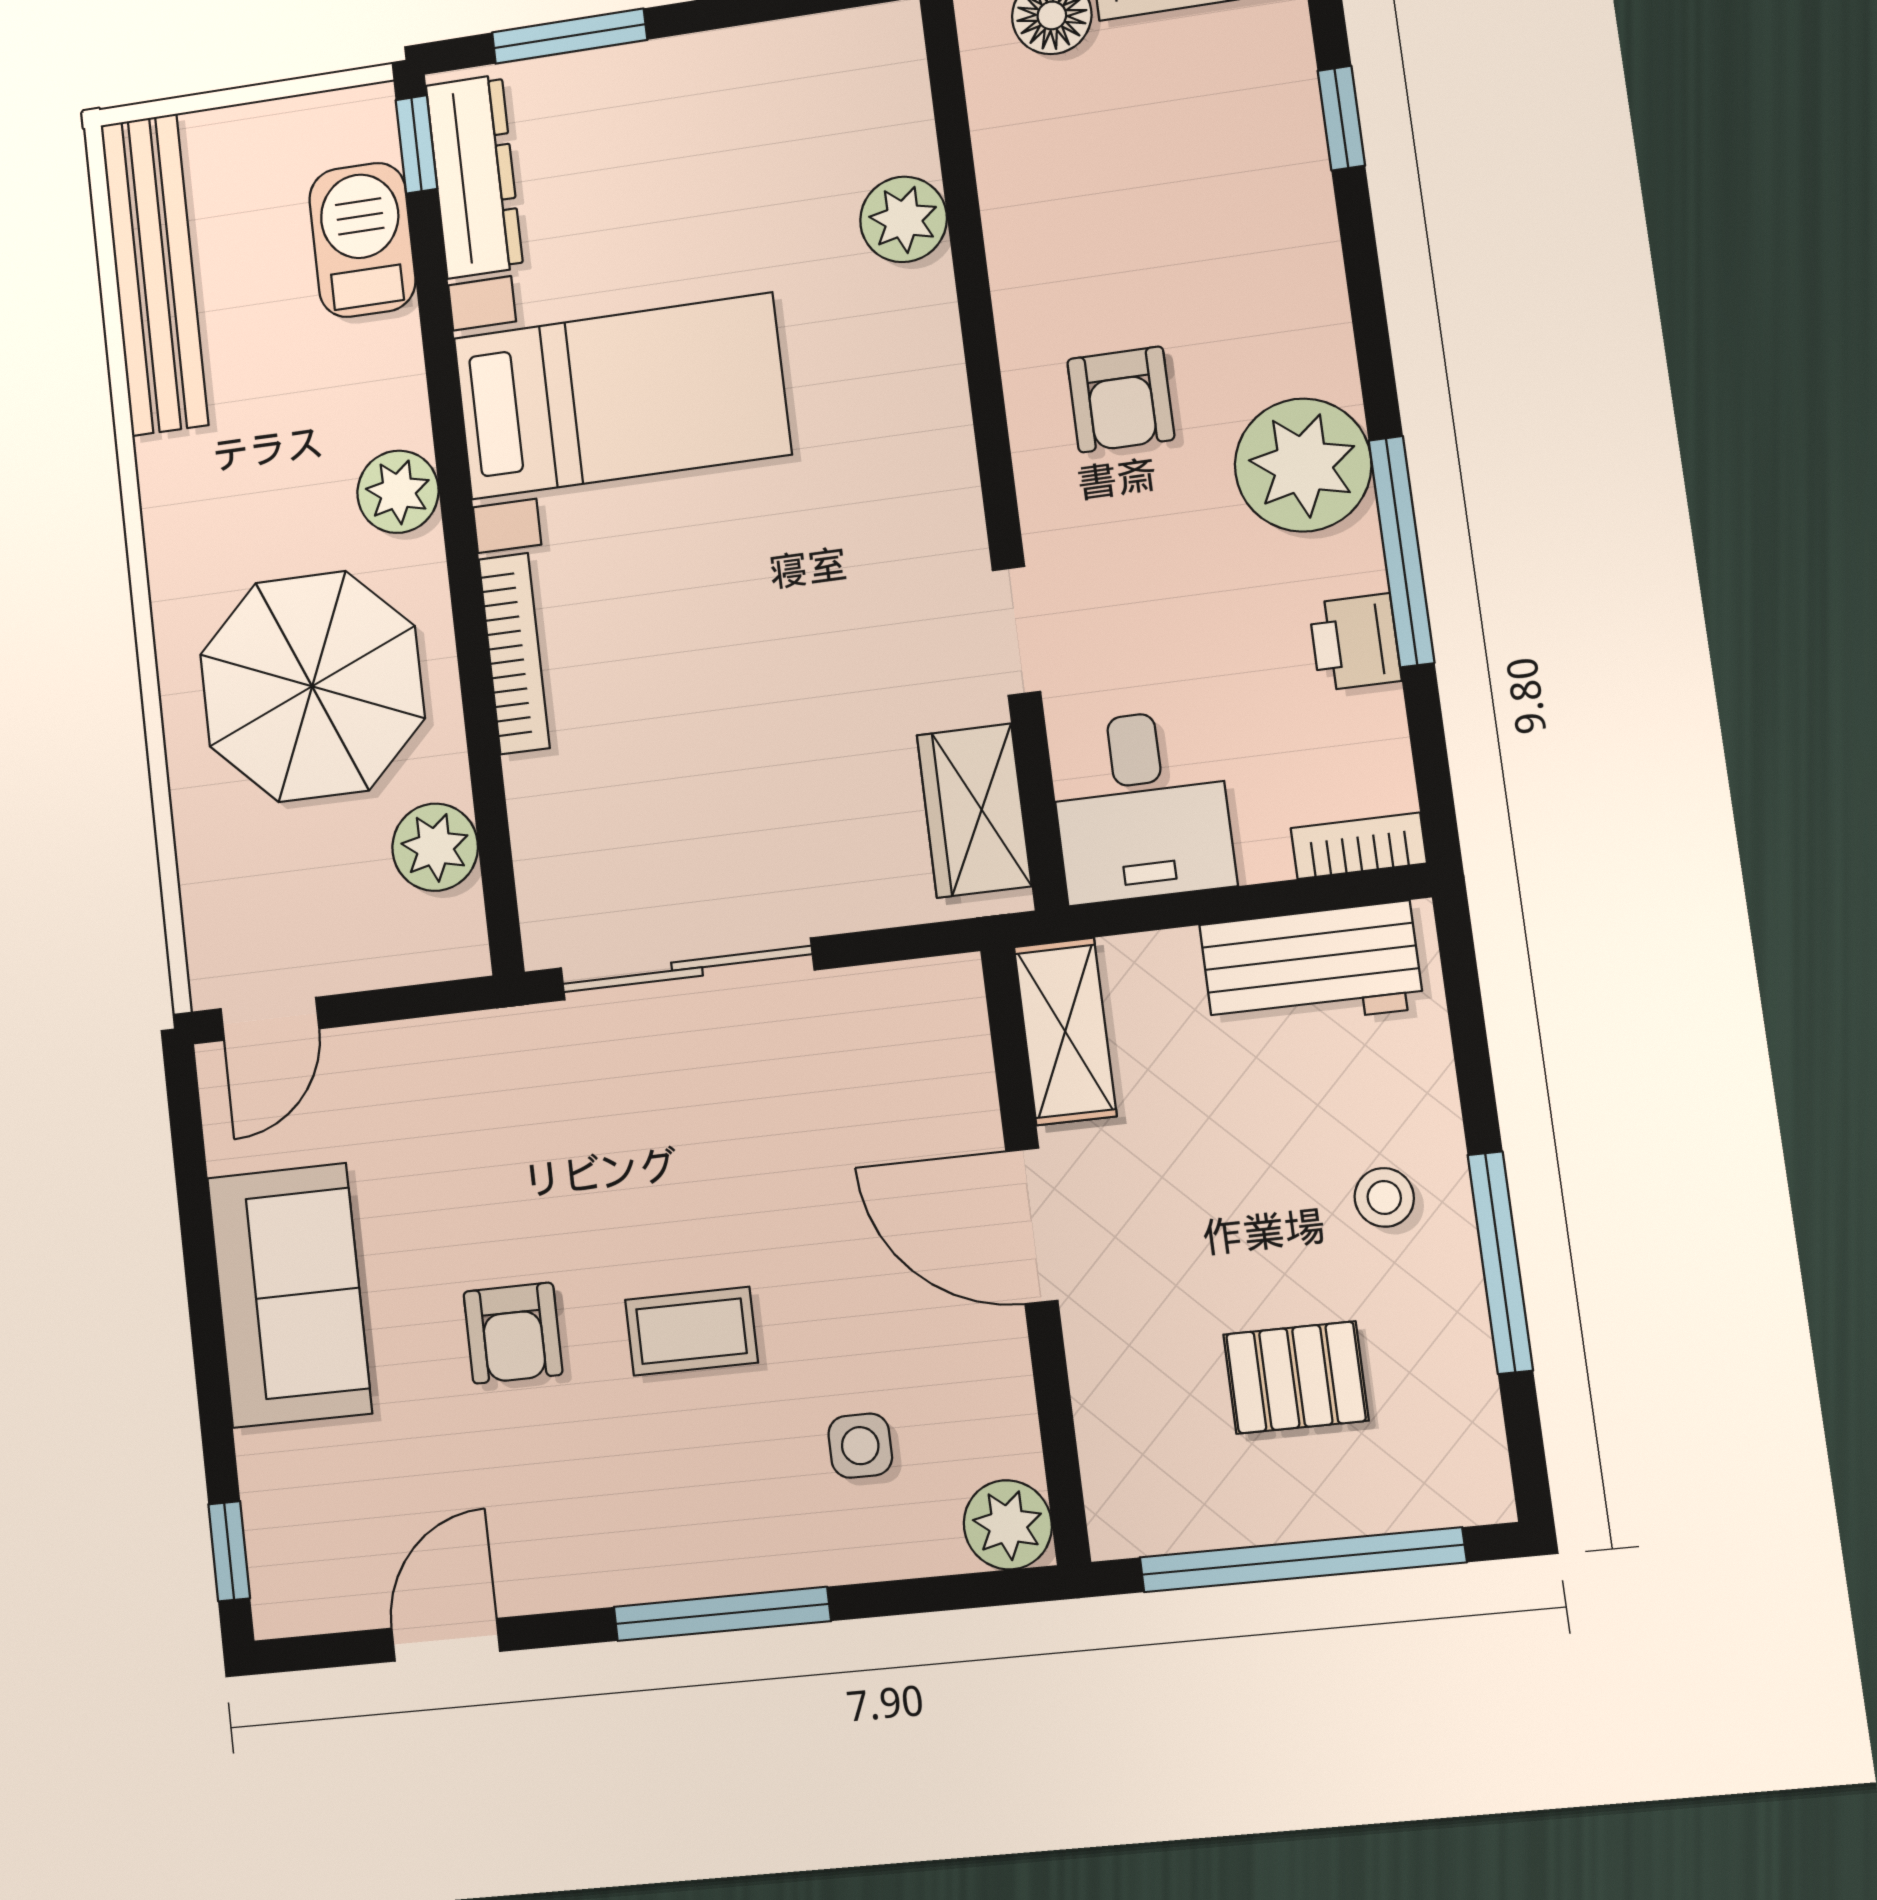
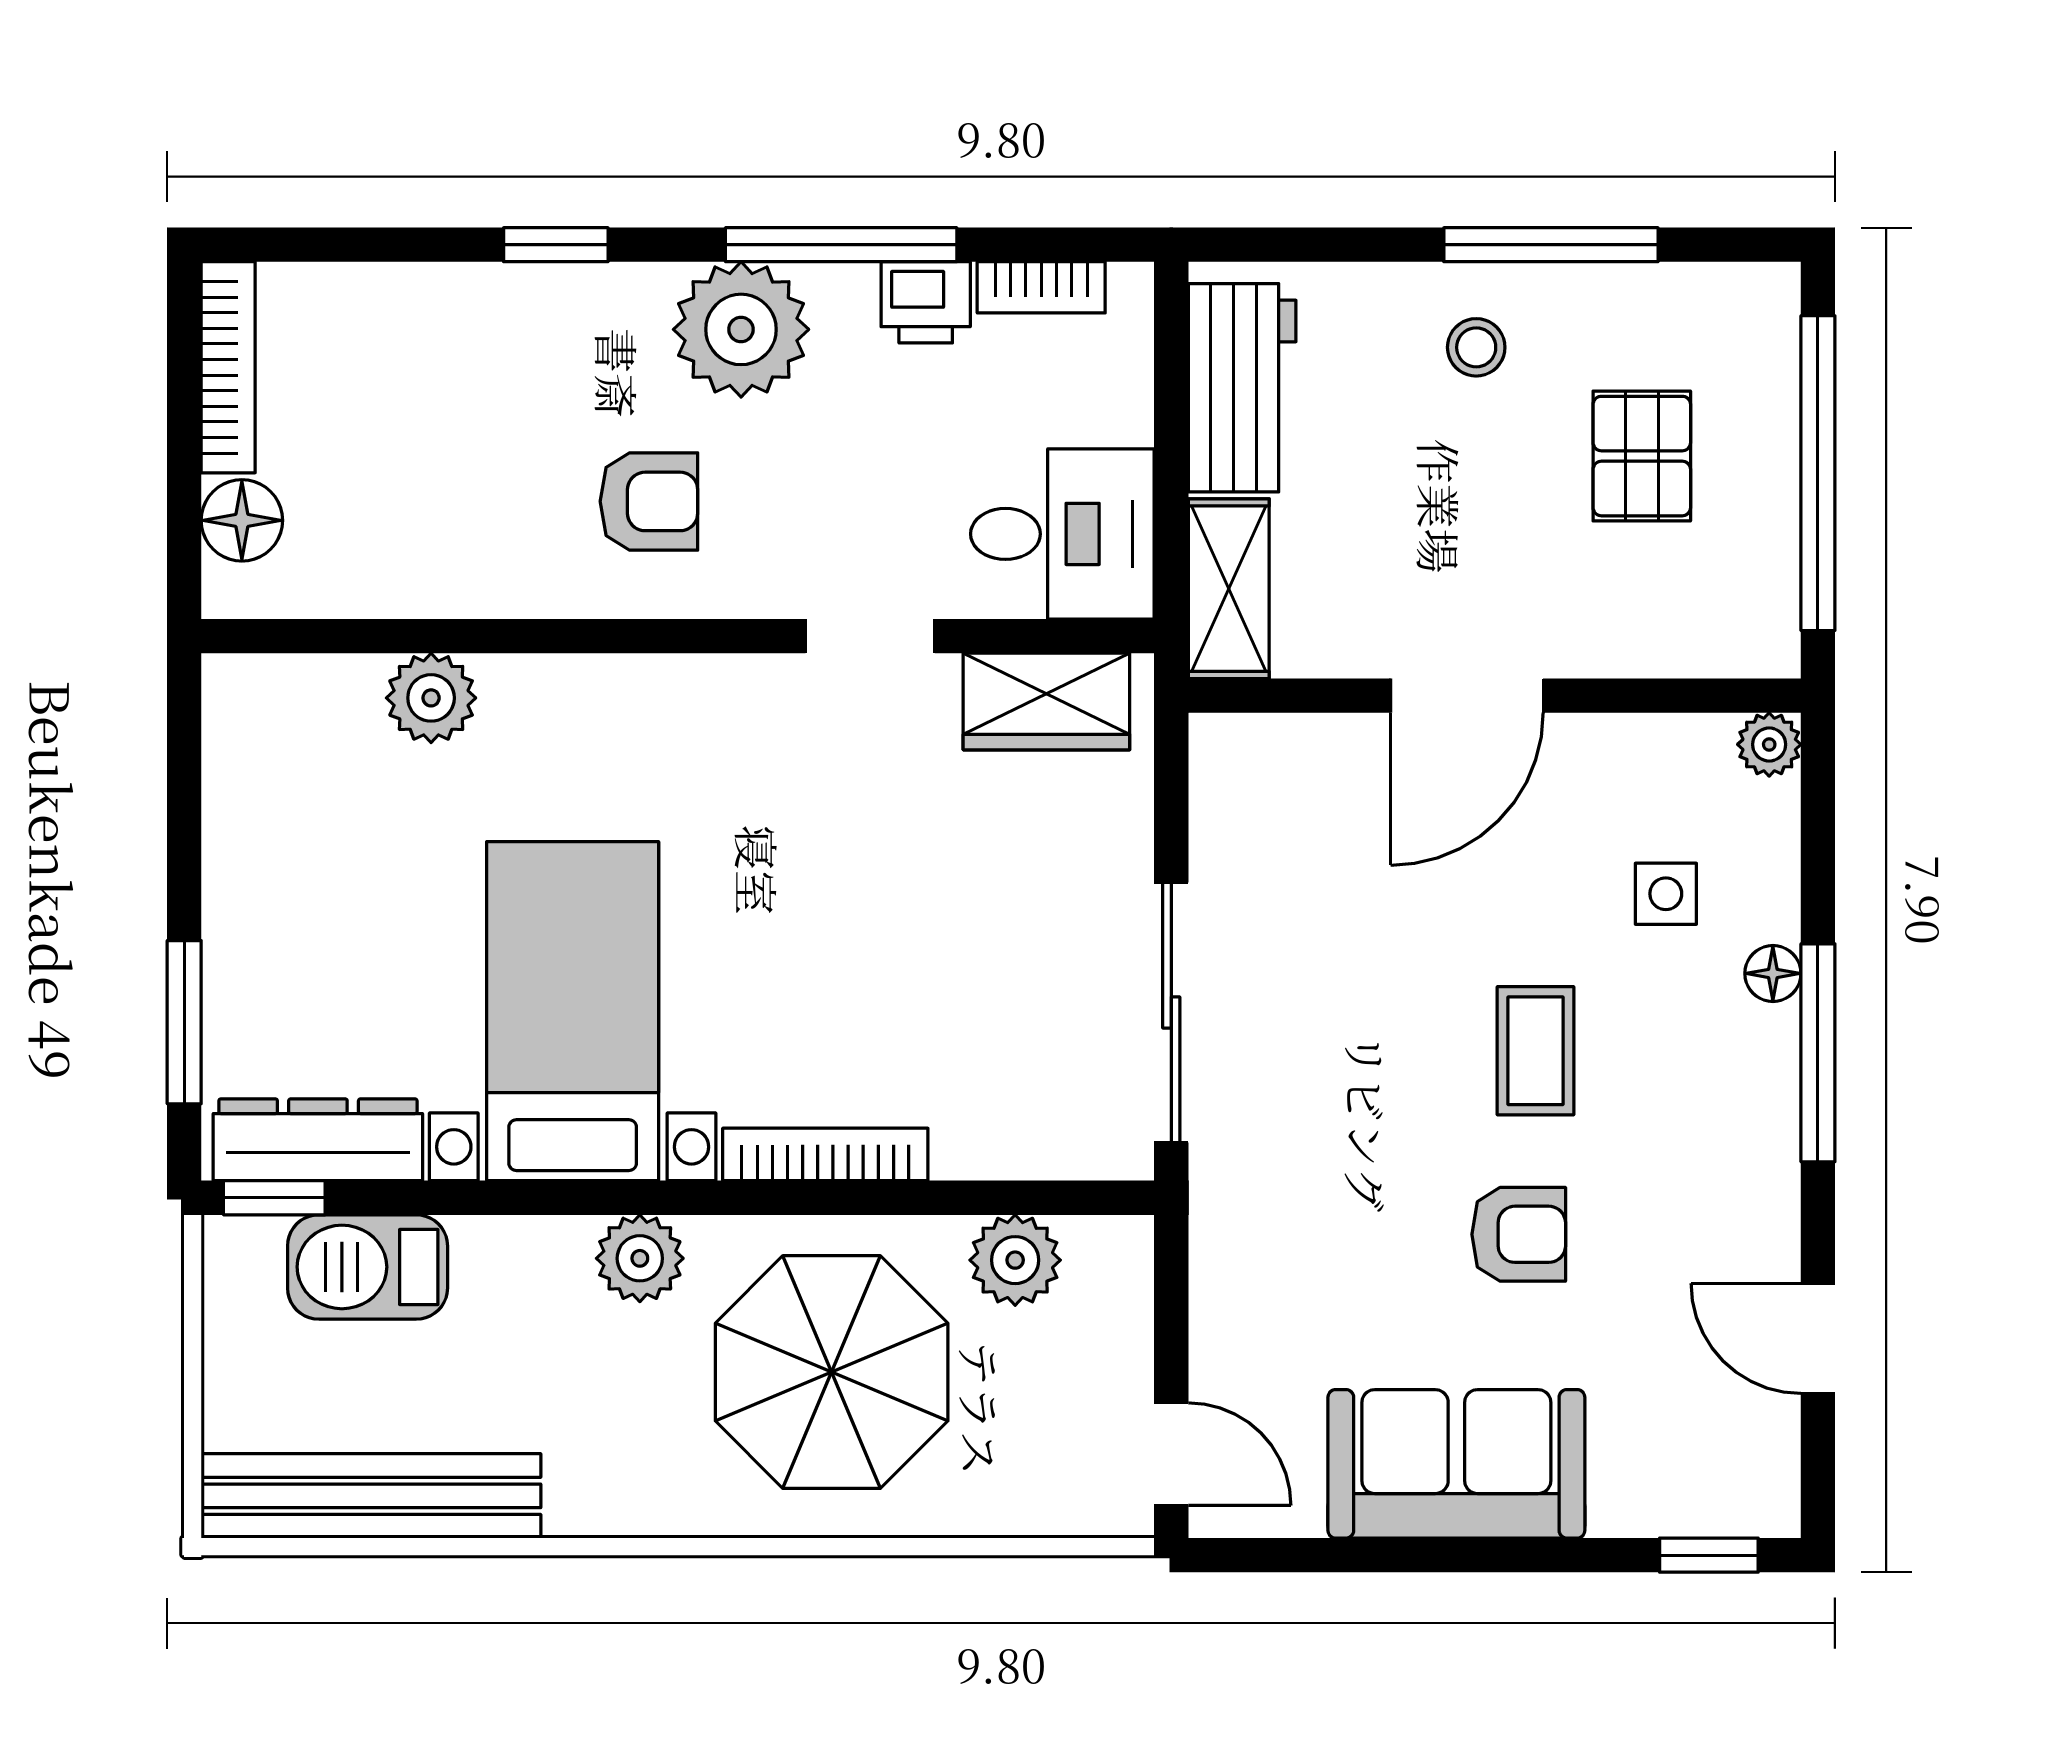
window: (1341, 118) -> (556, 245), moved
bookcase: (1359, 846) -> (1041, 287), moved, turned -90
shelving: (1065, 1031) -> (1229, 589), moved, turned 90
plant: (1008, 1525) -> (1769, 744), width x0.73, depth x0.73
floor lamp: (794, 1561) -> (1773, 973), added

